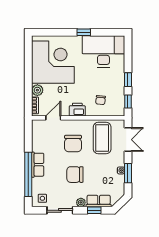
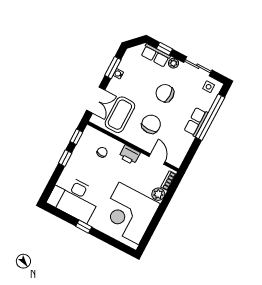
door: (53, 118) -> (157, 159), swing flipped
double door: (128, 140) -> (96, 100), swing flipped
chair: (75, 175) -> (165, 93), turned 180

